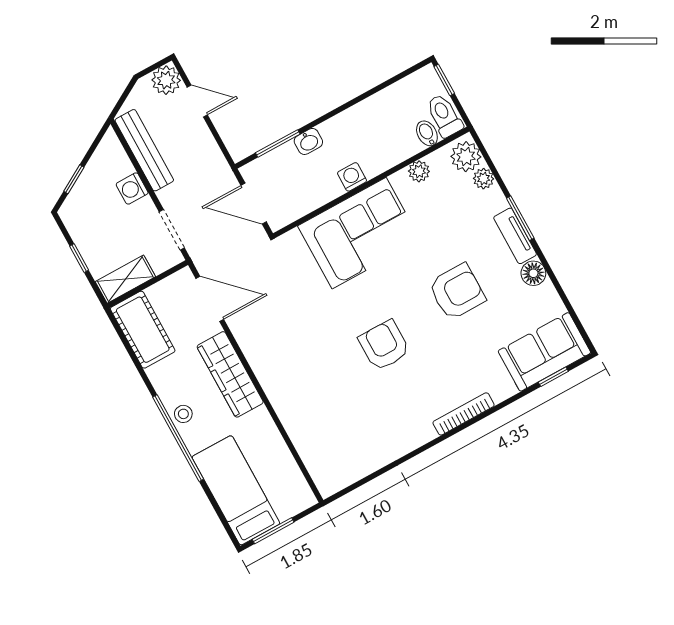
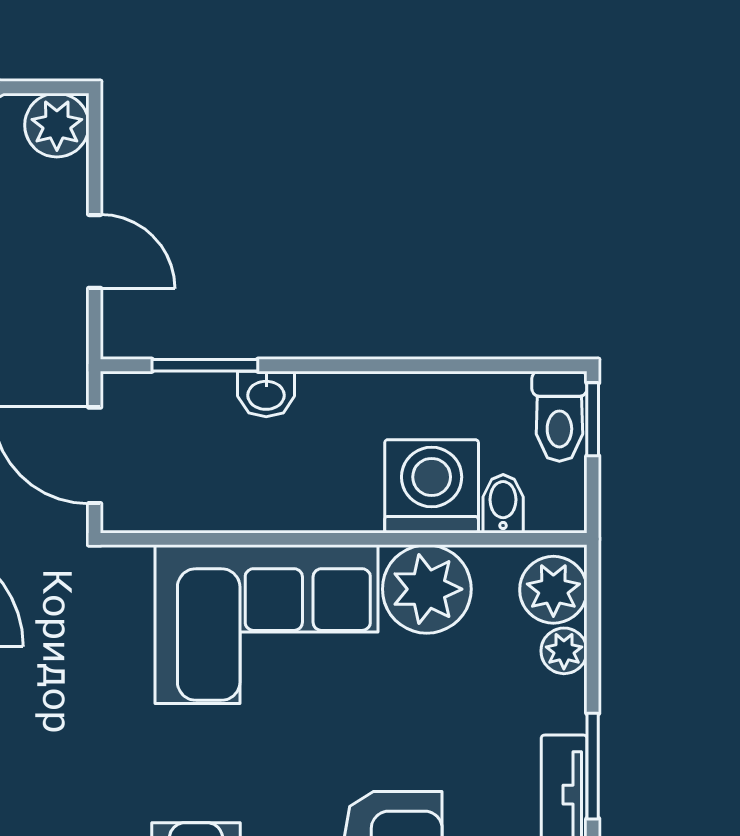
door: (197, 101) -> (95, 251), moved
toilet: (444, 116) -> (559, 416), moved, turned 180
plant: (419, 171) -> (427, 589), width x1.87, depth x1.87
washing machine: (352, 177) -> (432, 486), moved, width x1.89, depth x1.89

